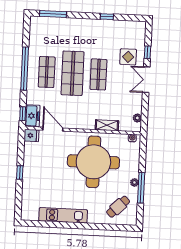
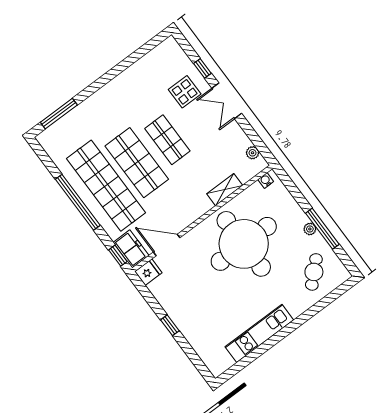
window: (107, 17) -> (123, 66), removed
shop shelf: (47, 72) -> (106, 186), width x2.00, depth x1.36

